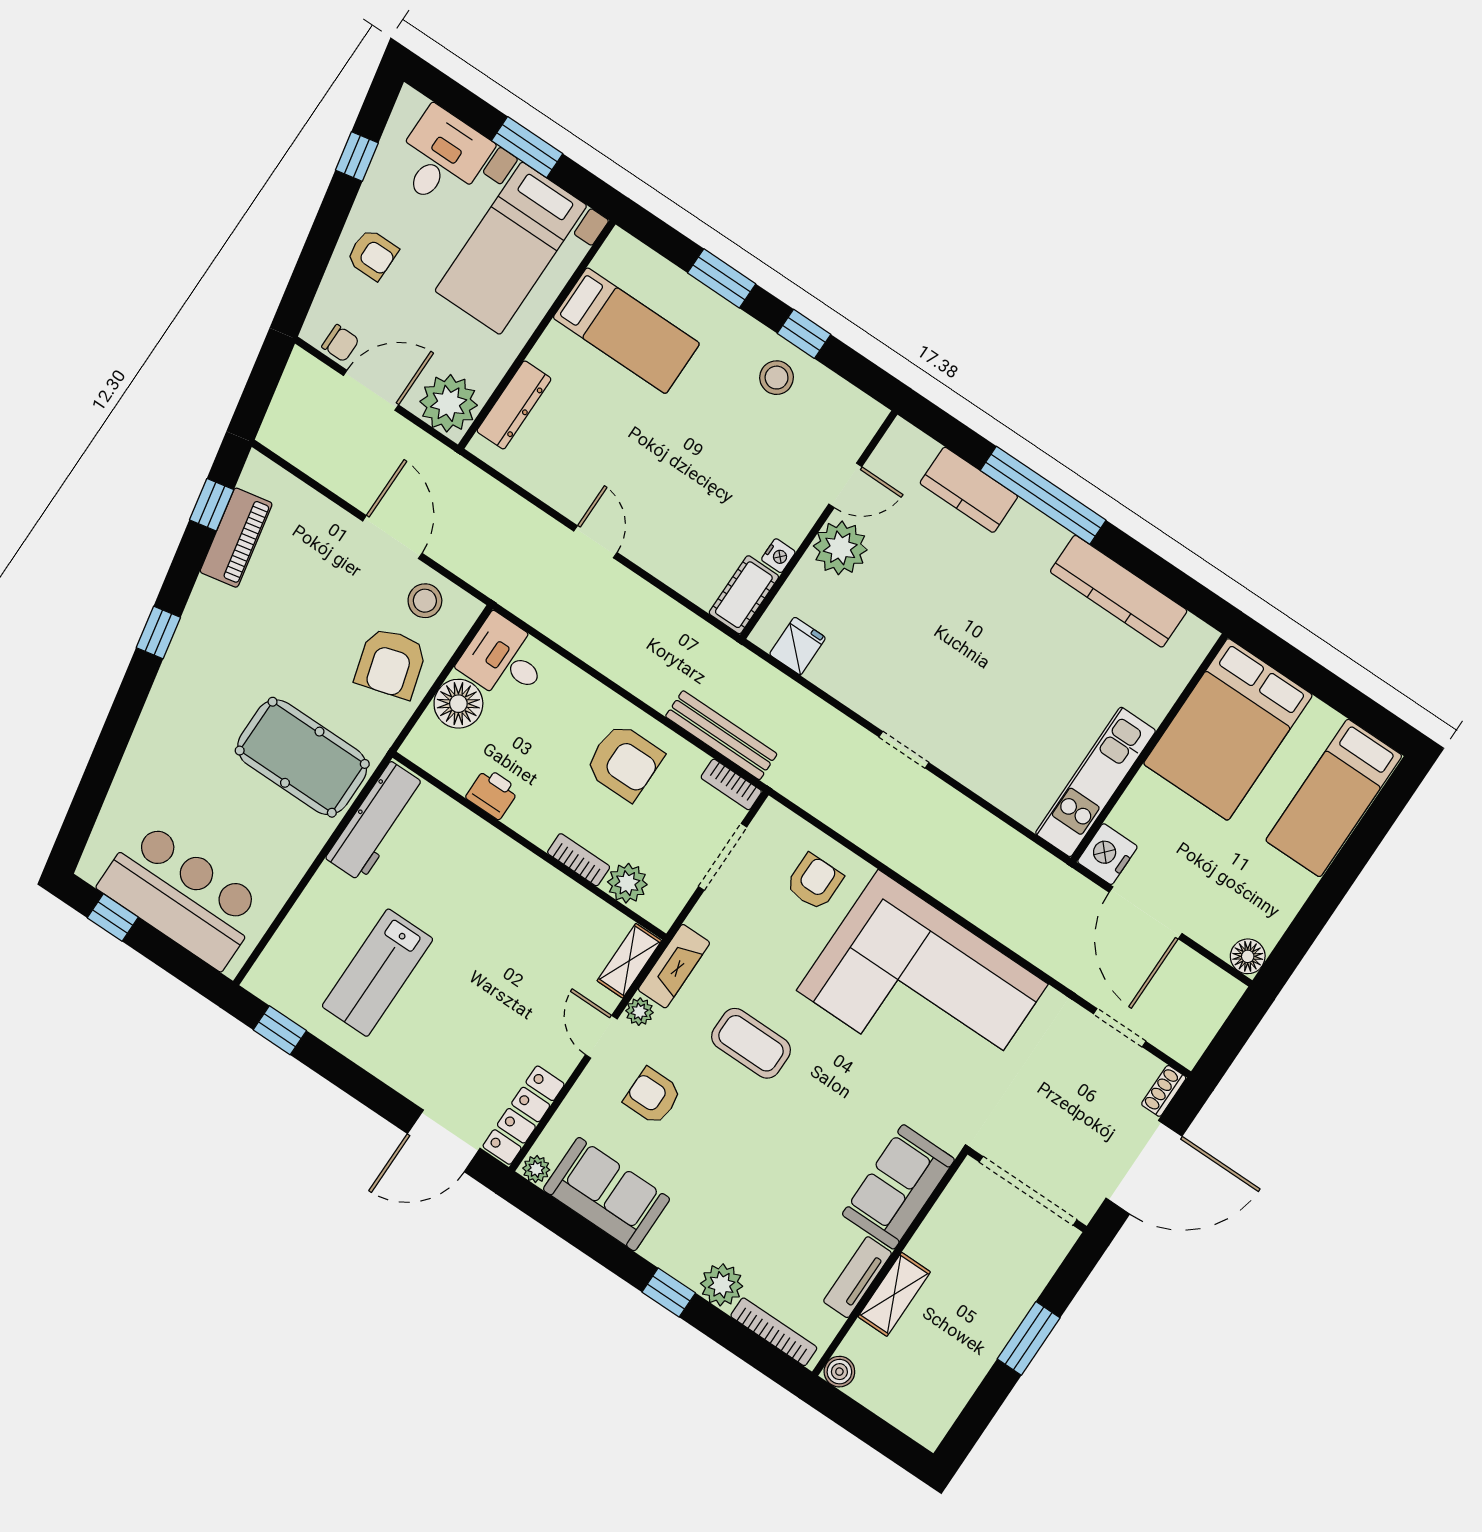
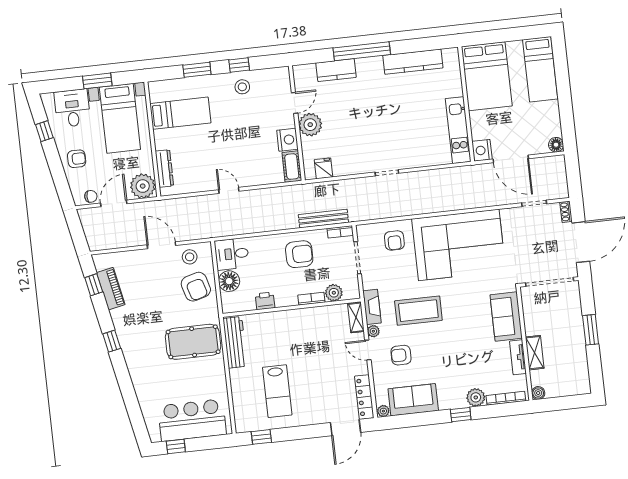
nightstand: (778, 556) -> (287, 140), width x1.89, depth x1.79
armchair: (814, 882) -> (394, 240), turned 180
coffee table: (751, 1043) -> (418, 311), width x1.36, depth x1.32

